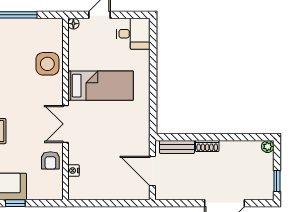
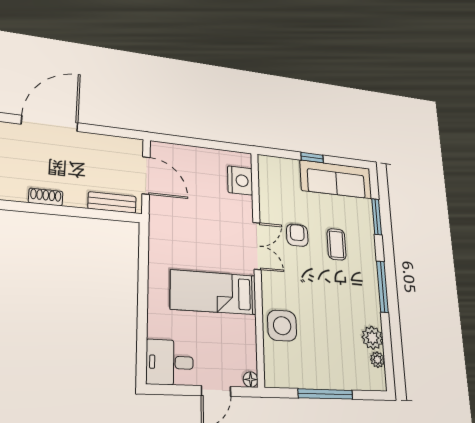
shoe rack: (207, 146) -> (46, 197), moved
armchair: (50, 160) -> (297, 235), moved
nightstand: (73, 171) -> (240, 180), width x1.89, depth x1.79

